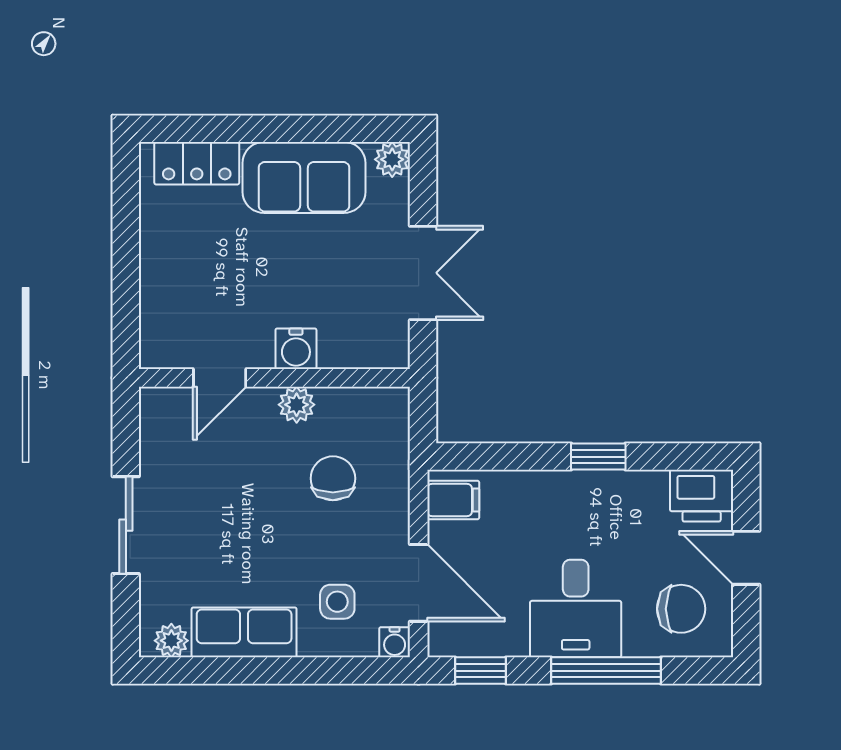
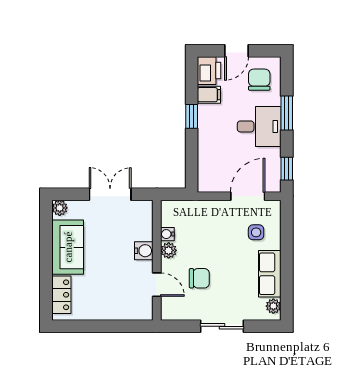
chair: (333, 478) -> (199, 278), moved, turned 180
filing cabinet: (453, 500) -> (209, 95), moved, turned 90
water cooler: (395, 642) -> (167, 234), moved, turned 180
window: (606, 671) -> (287, 113), width x0.69

